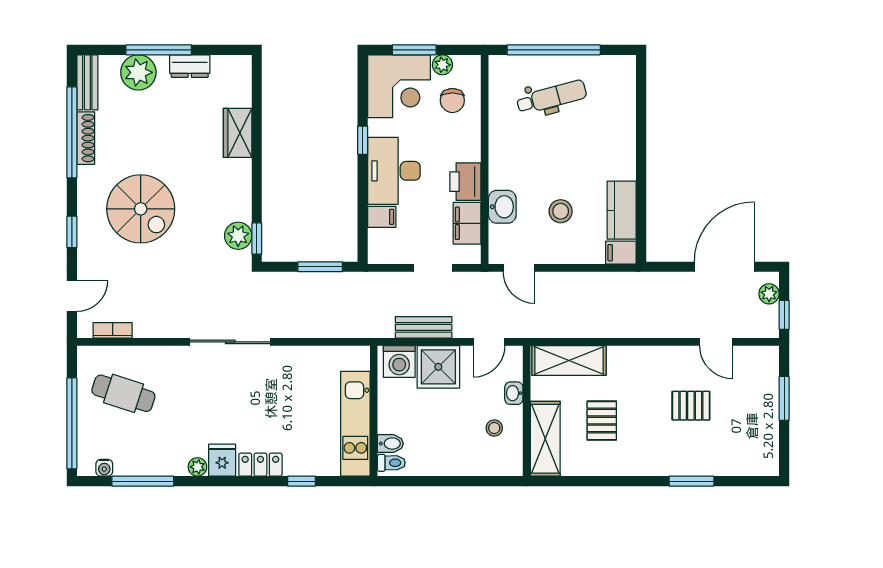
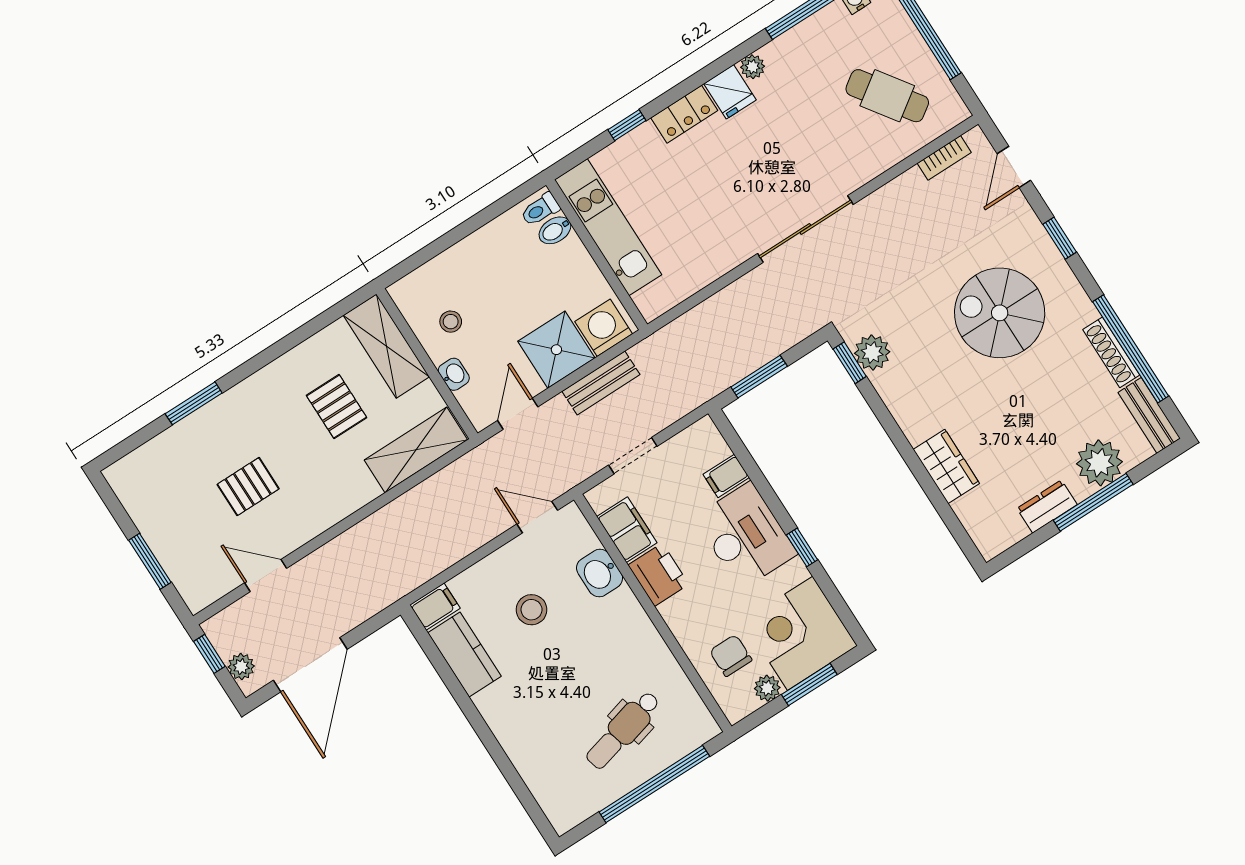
cafe table: (123, 393) -> (887, 96), turned 37

